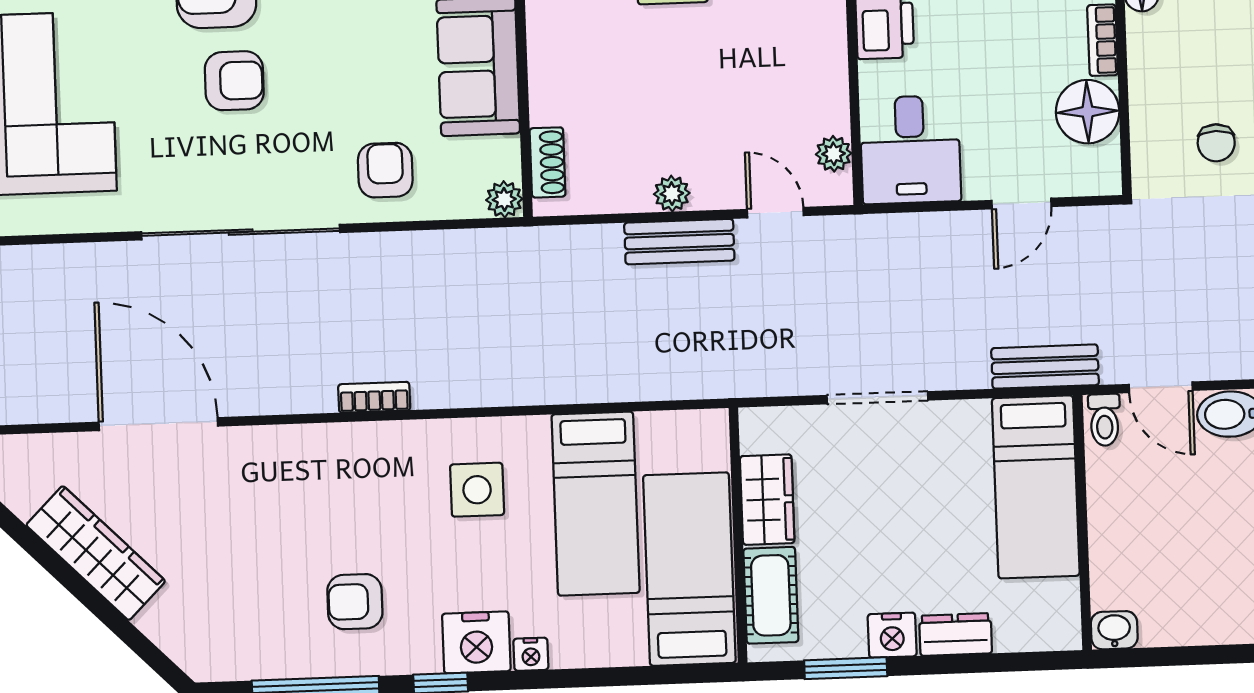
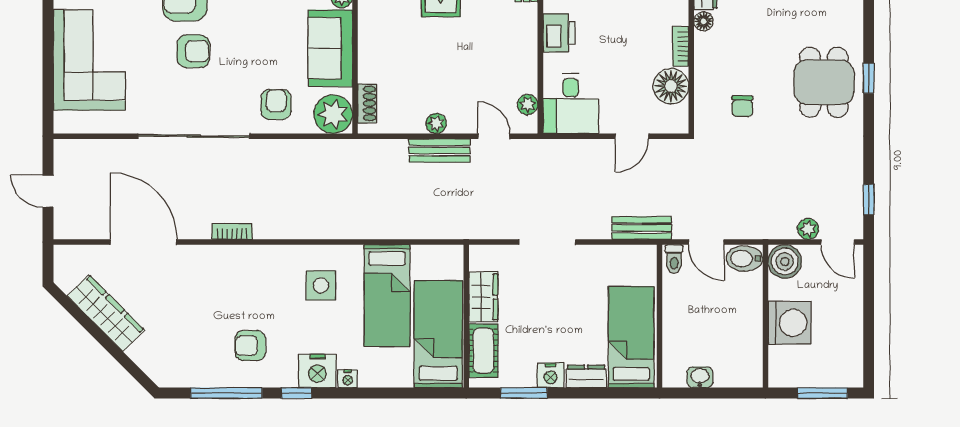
plant: (504, 199) -> (333, 114), width x1.88, depth x1.88
bookcase: (374, 397) -> (232, 231), moved
bed: (1036, 487) -> (631, 337), moved, turned 180
washbasin: (1114, 630) -> (700, 377), moved

